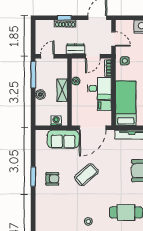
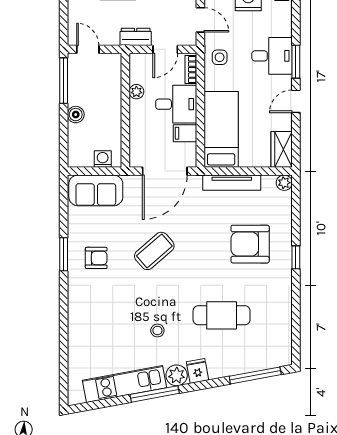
door: (47, 56) -> (88, 49), hinge flipped
shelving: (62, 90) -> (113, 107), removed
sofa: (63, 139) -> (96, 190), moved

